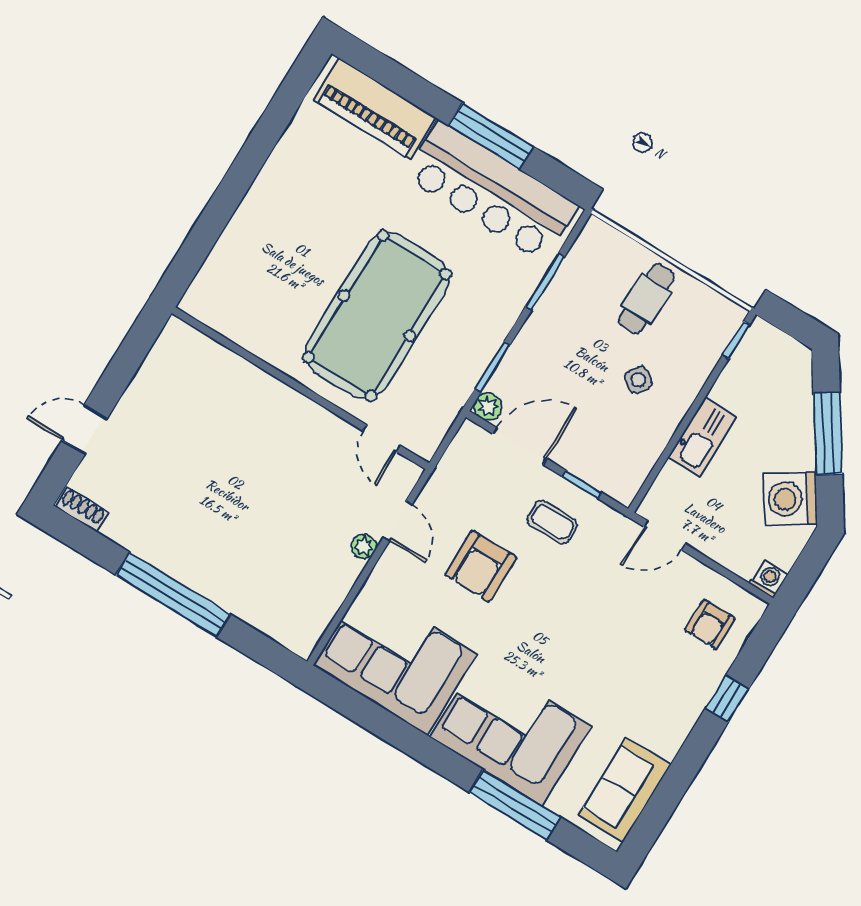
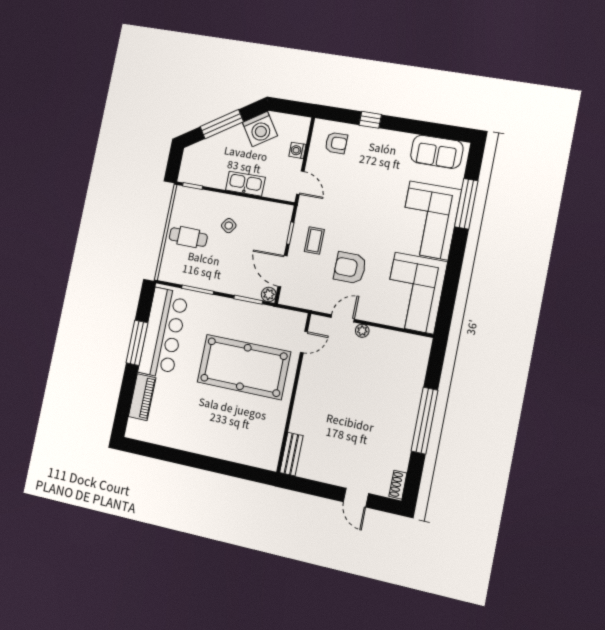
piano: (374, 109) -> (142, 397), width x0.73, depth x0.75
bench: (196, 345) -> (291, 454), added
armchair: (481, 566) -> (350, 268), turned 180
washing machine: (769, 579) -> (298, 150), moved

